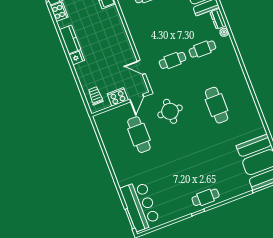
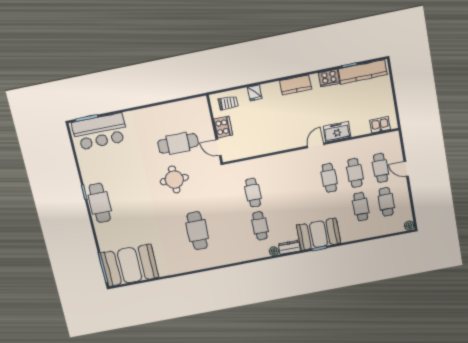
fridge: (77, 58) -> (255, 93), moved
door: (141, 67) -> (316, 145), moved
cafe table: (217, 105) -> (197, 231), turned 90
round table: (170, 111) -> (174, 180), moved
cafe table: (206, 197) -> (100, 203), width x1.37, depth x1.35

